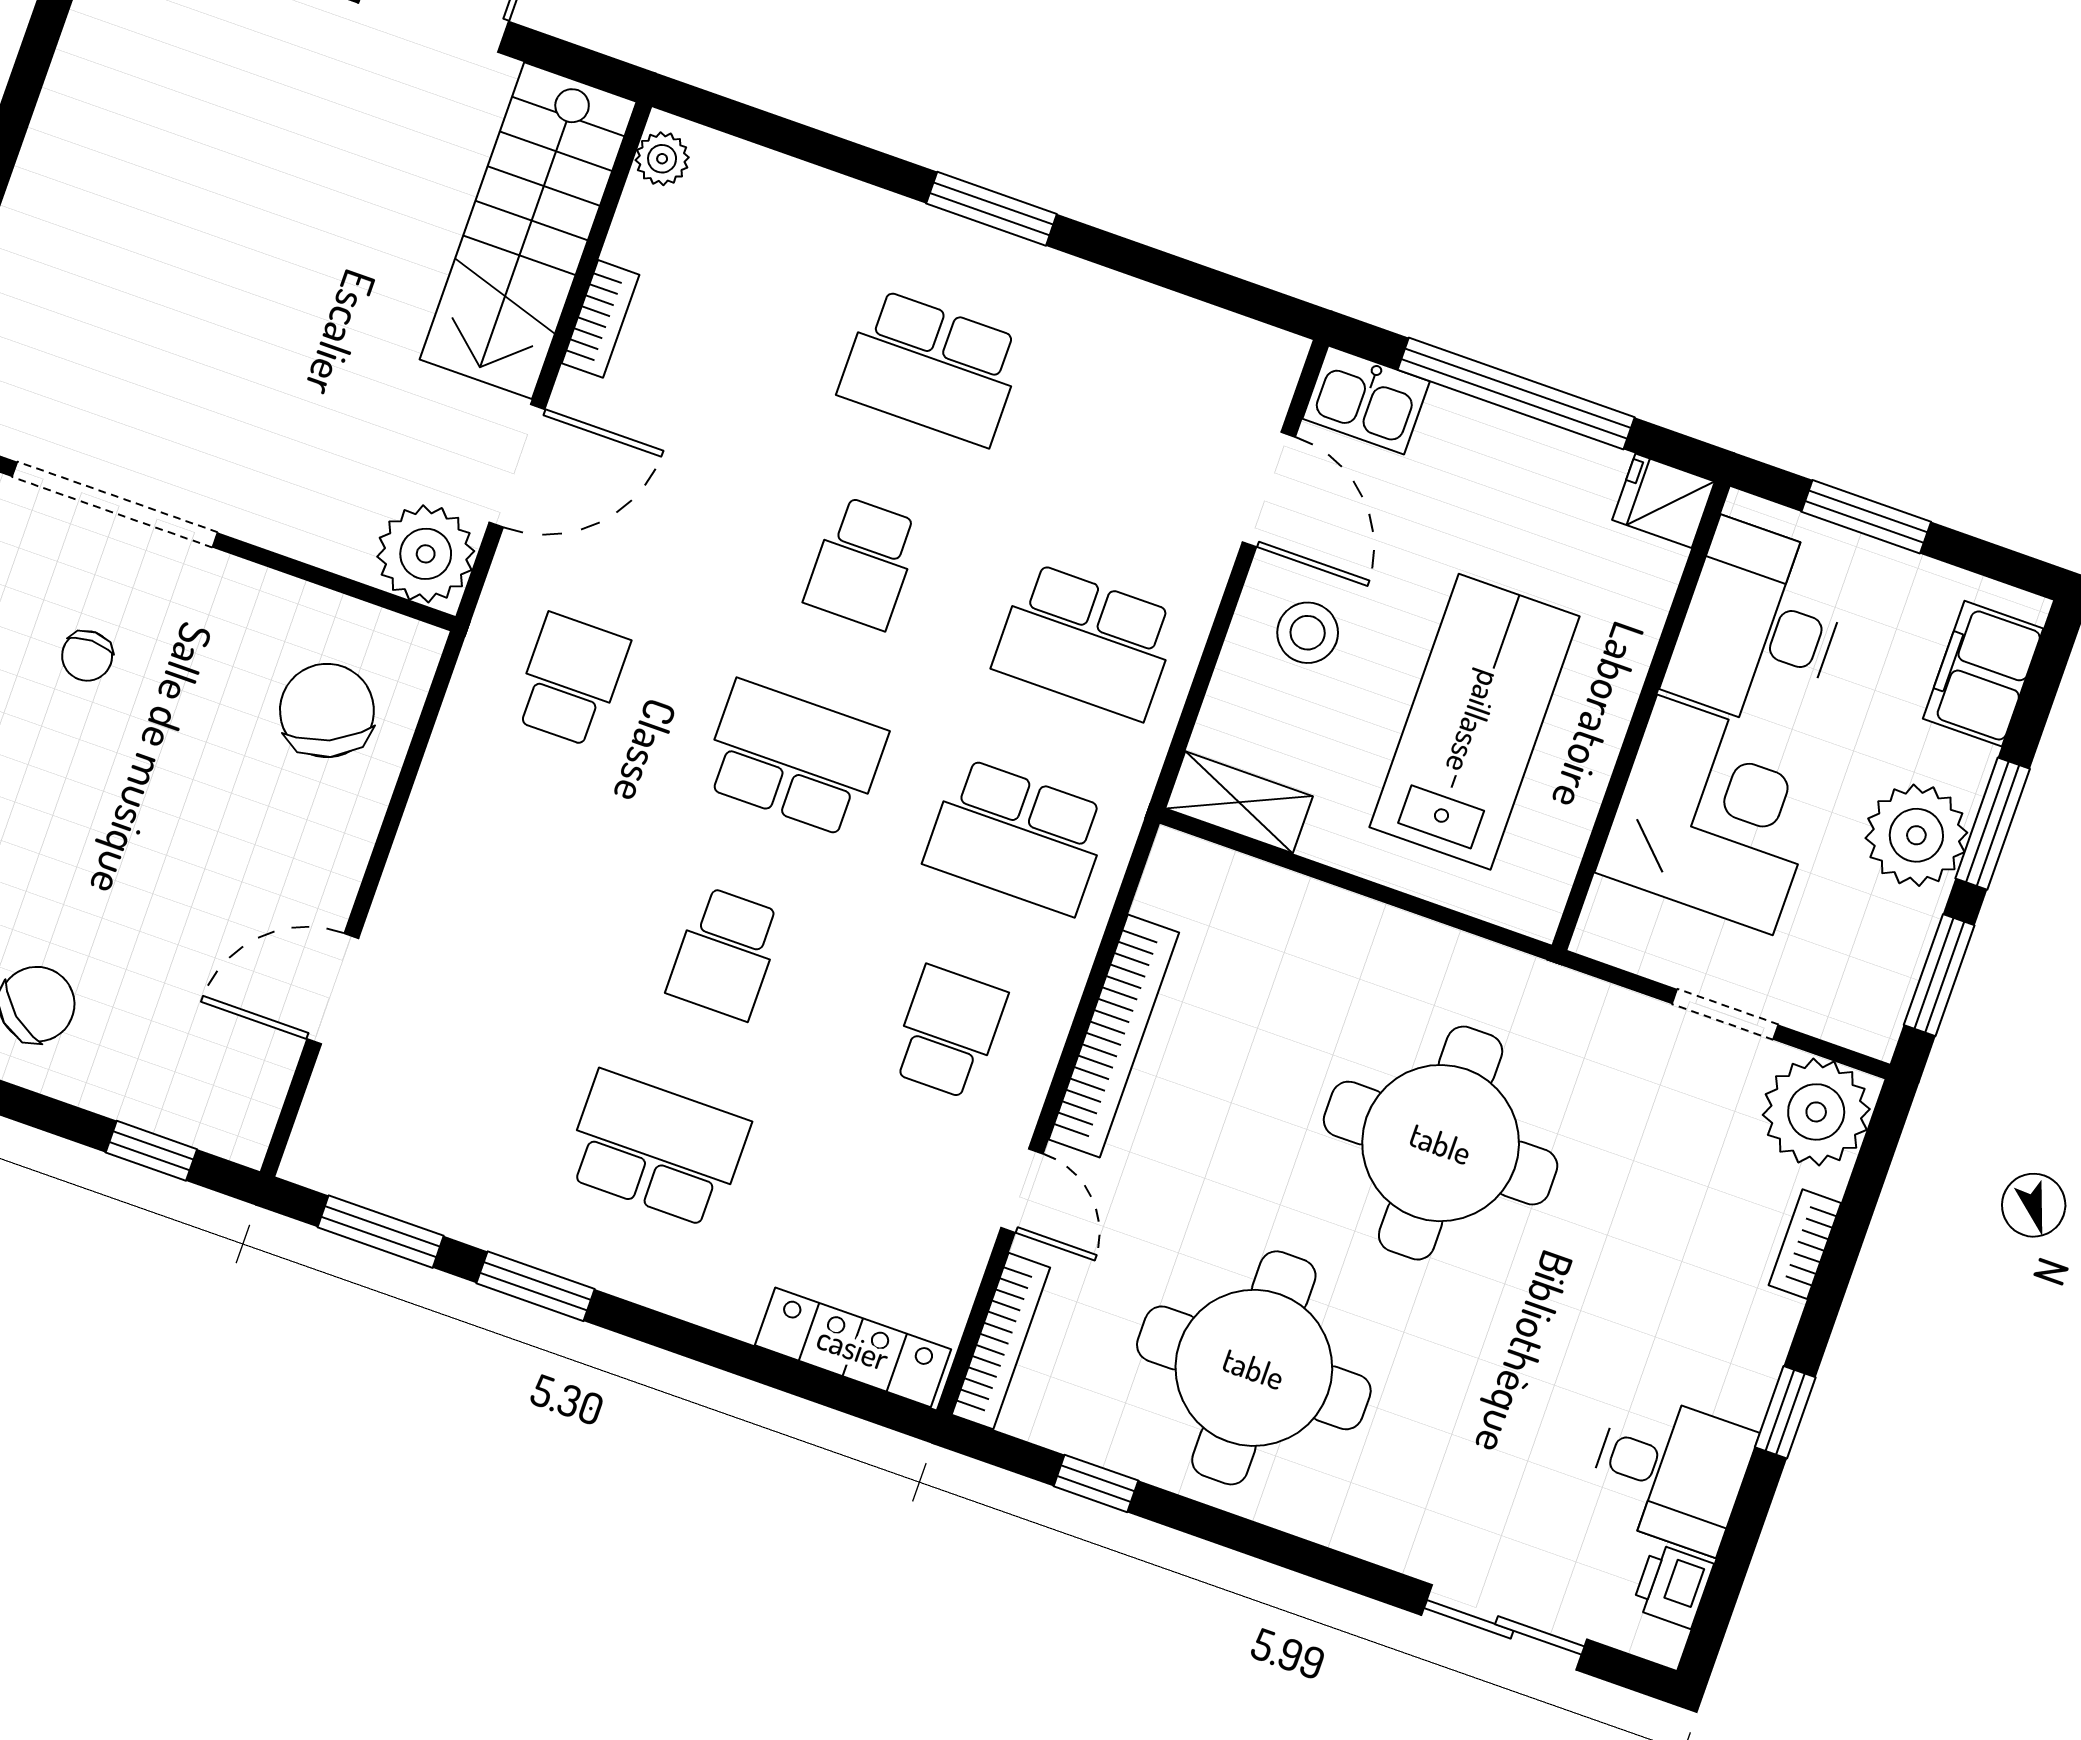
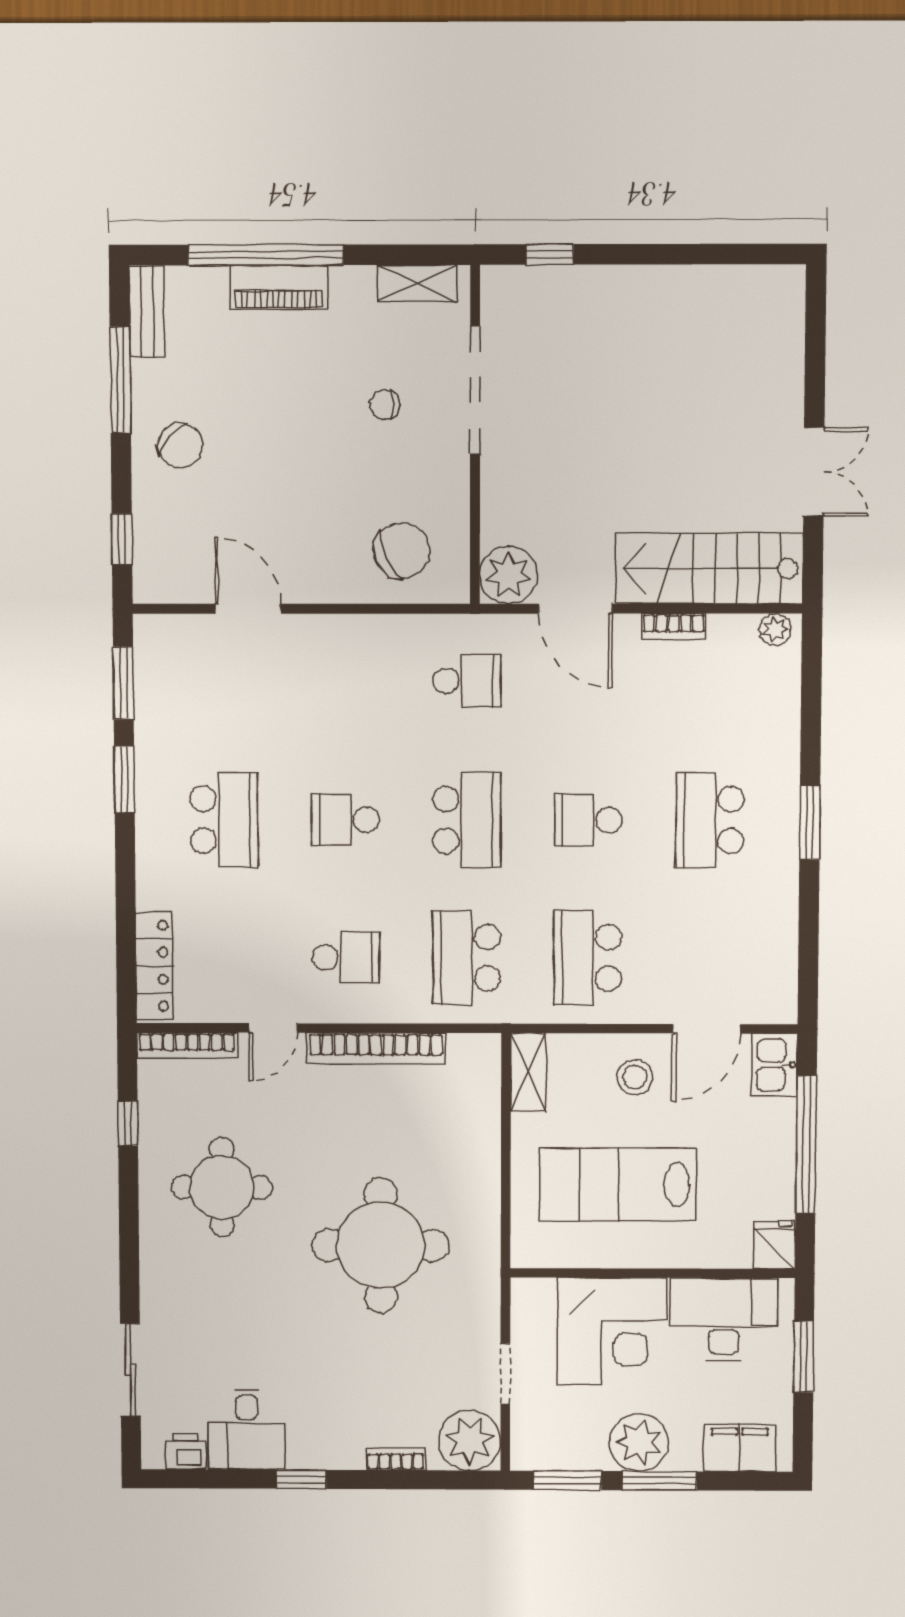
lab bench: (1475, 722) -> (618, 1185), turned 180
round table: (1254, 1368) -> (222, 1187), width x0.73, depth x0.73

